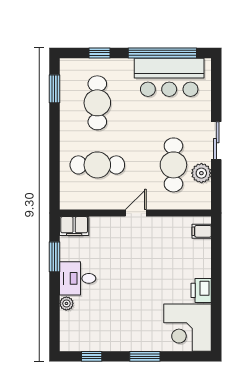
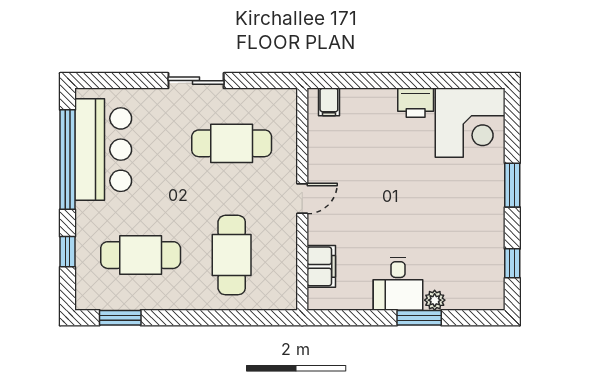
plant: (201, 173) -> (244, 102), removed
door: (136, 213) -> (302, 199), swing flipped
filing cabinet: (74, 226) -> (321, 266), moved
window: (54, 257) -> (419, 318), moved

